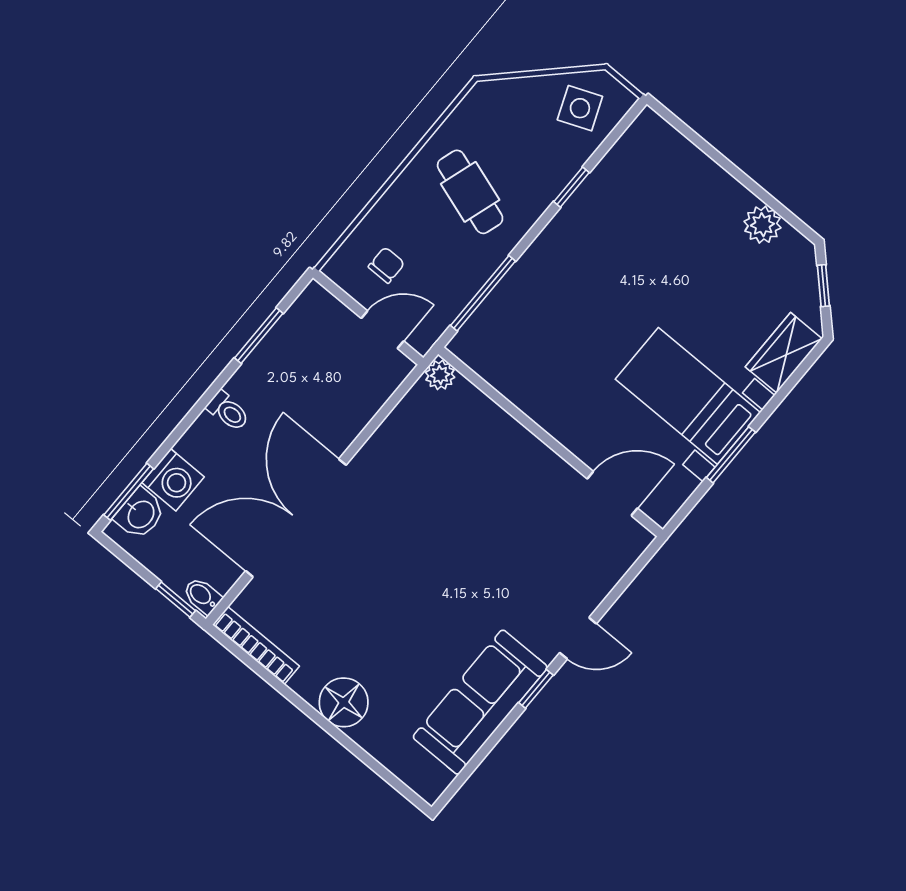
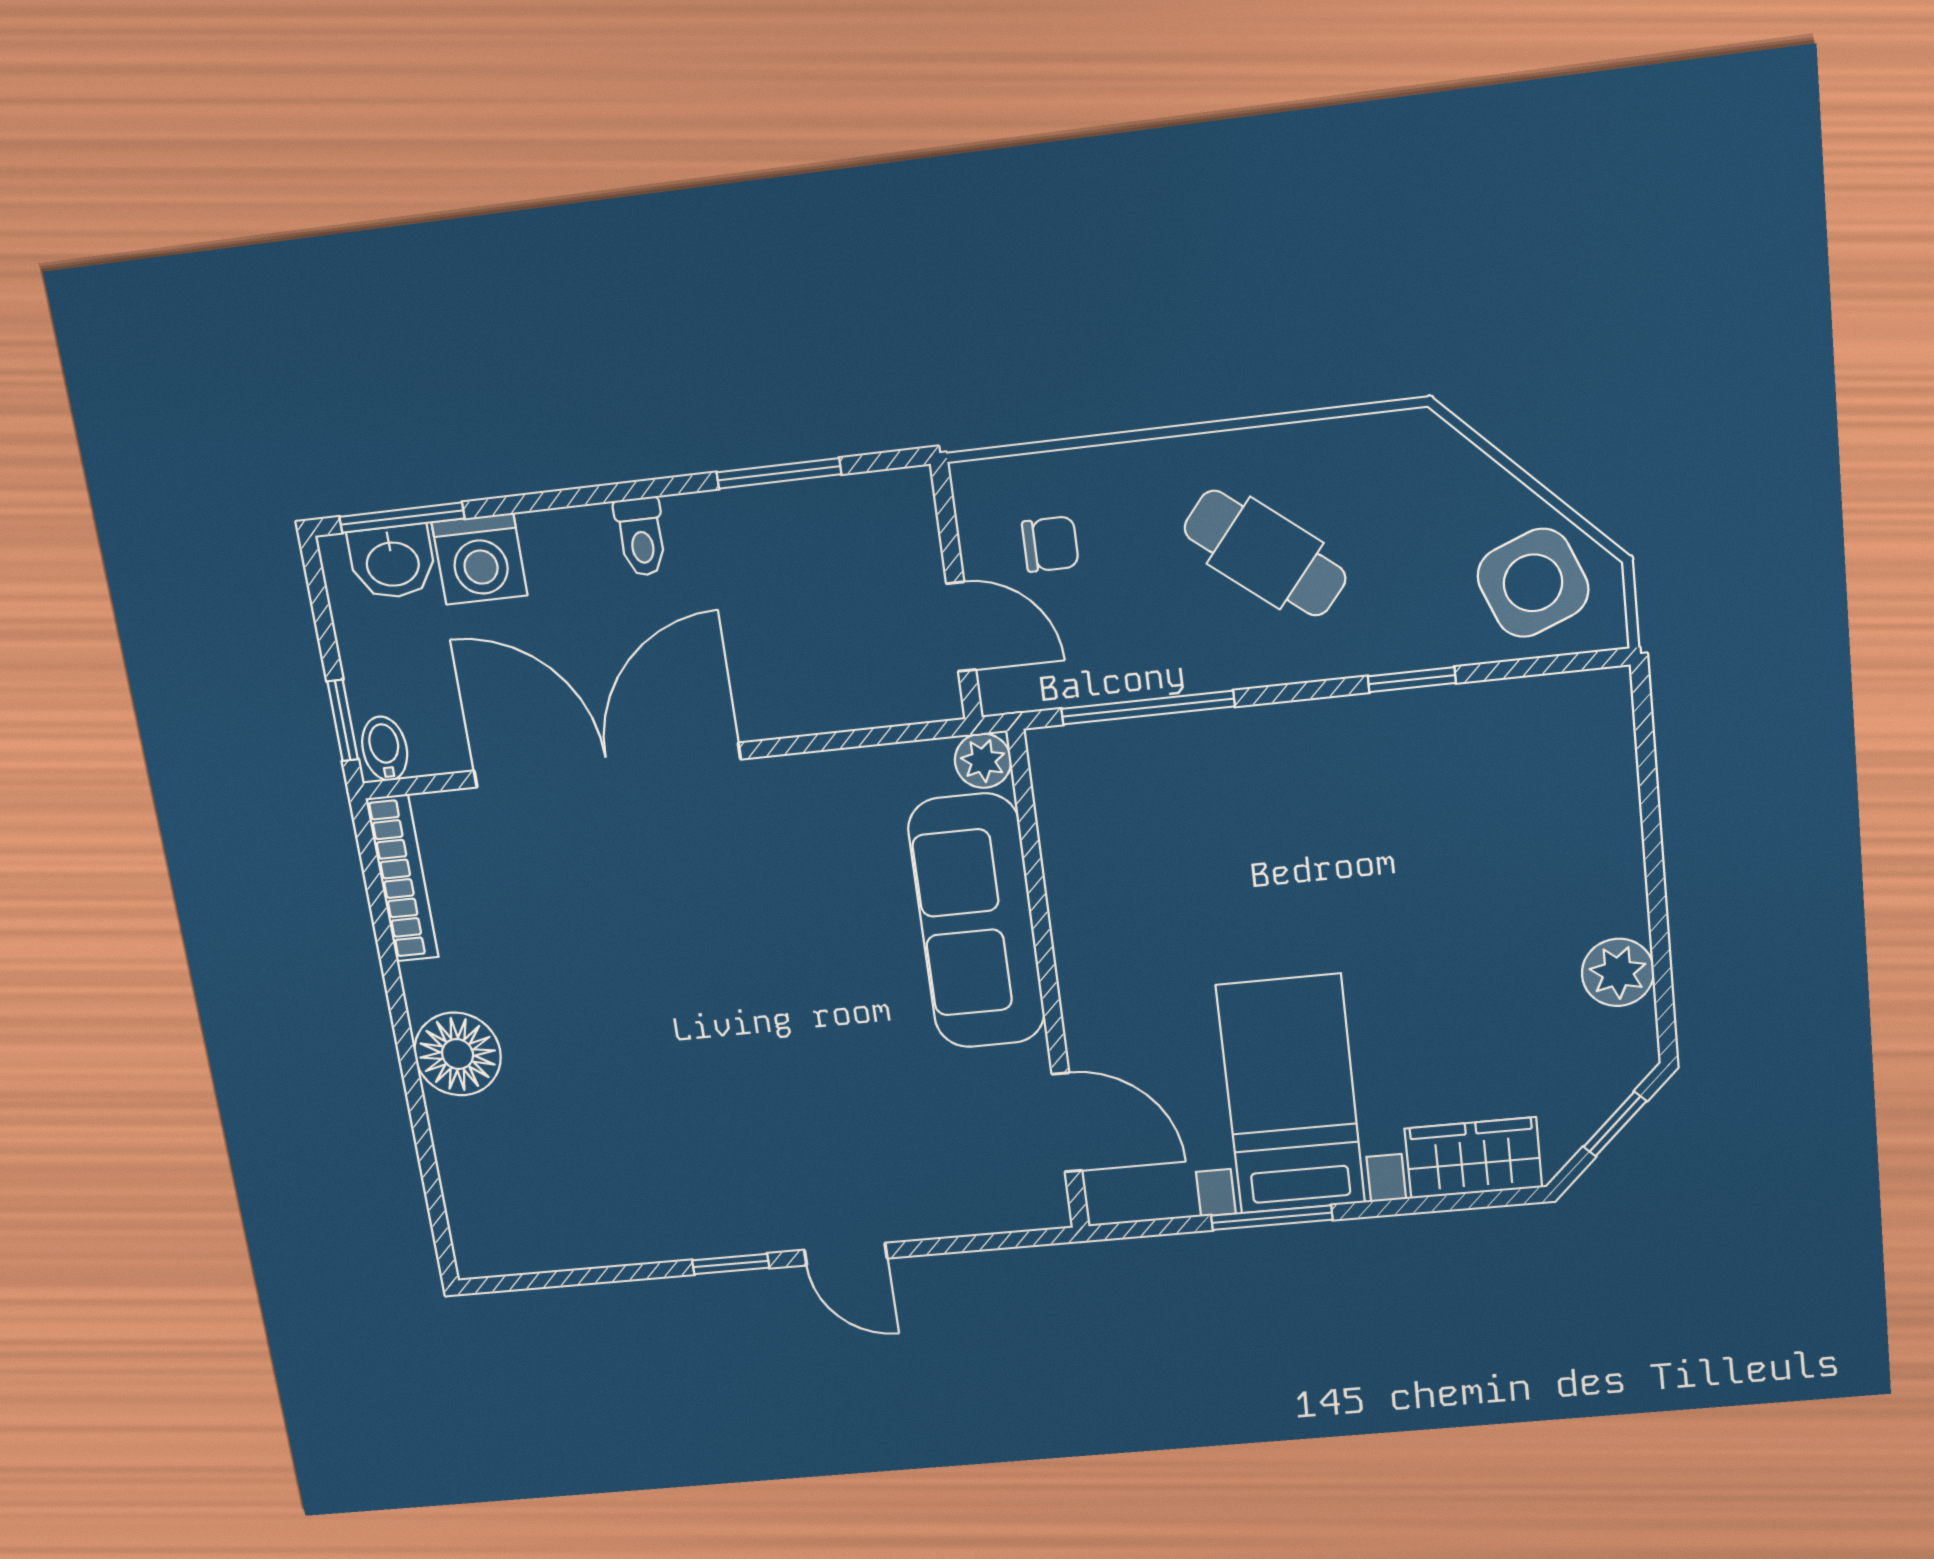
side table: (580, 108) -> (1533, 583), width x1.37, depth x1.37
cafe table: (470, 192) -> (1265, 553), turned -69
sofa: (480, 702) -> (977, 922), moved, turned -90

